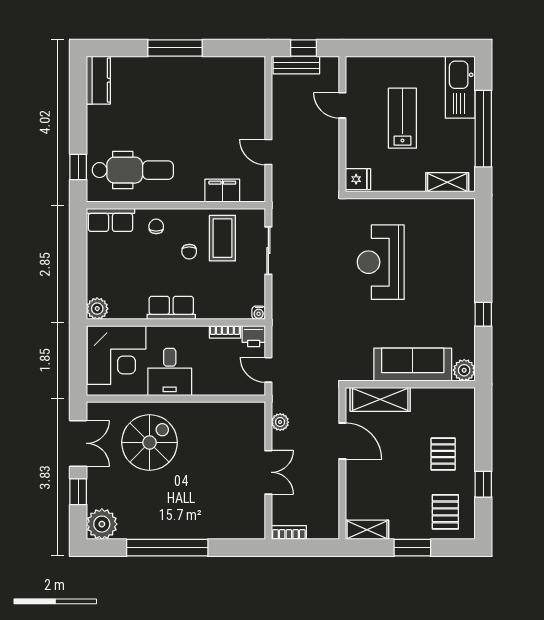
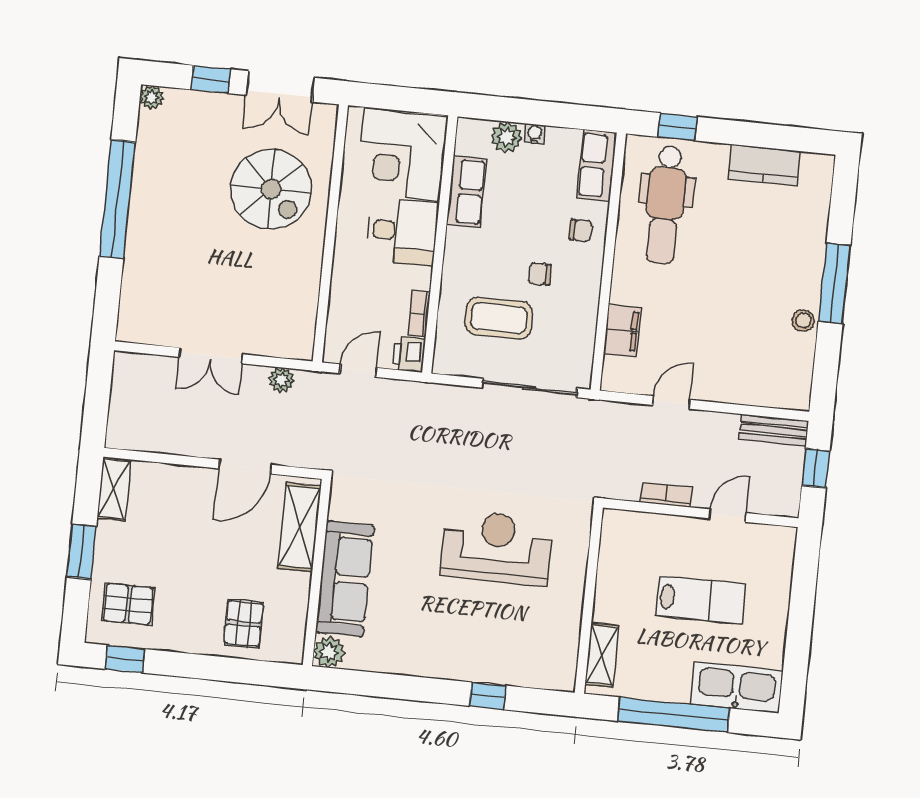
bench: (296, 65) -> (774, 430), moved, turned 90
stool: (203, 67) -> (803, 320), added
kitchen counter: (98, 80) -> (764, 165), moved
fridge: (358, 179) -> (619, 527), removed
coffee table: (222, 238) -> (499, 318), moved
sliding door: (268, 251) -> (530, 388), width x1.37
row of seats: (171, 308) -> (466, 192), moved
plant: (97, 309) -> (507, 137), moved
water cooler: (259, 313) -> (535, 134), moved, turned 90
window: (483, 314) -> (488, 696), moved
desk: (170, 372) -> (402, 231), moved, turned 180
pallet: (443, 454) -> (244, 623), moved, turned 90
window: (483, 484) -> (125, 659), moved
plant: (102, 524) -> (152, 97), width x0.53, depth x0.53
bookcase: (289, 532) -> (666, 495), moved, turned -90

